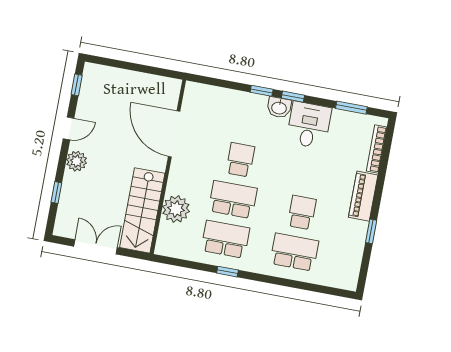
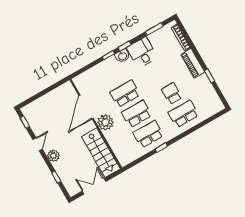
door: (174, 134) -> (86, 107), hinge flipped
school desk: (240, 160) -> (125, 94), width x1.85
plant: (176, 209) -> (105, 122), moved

